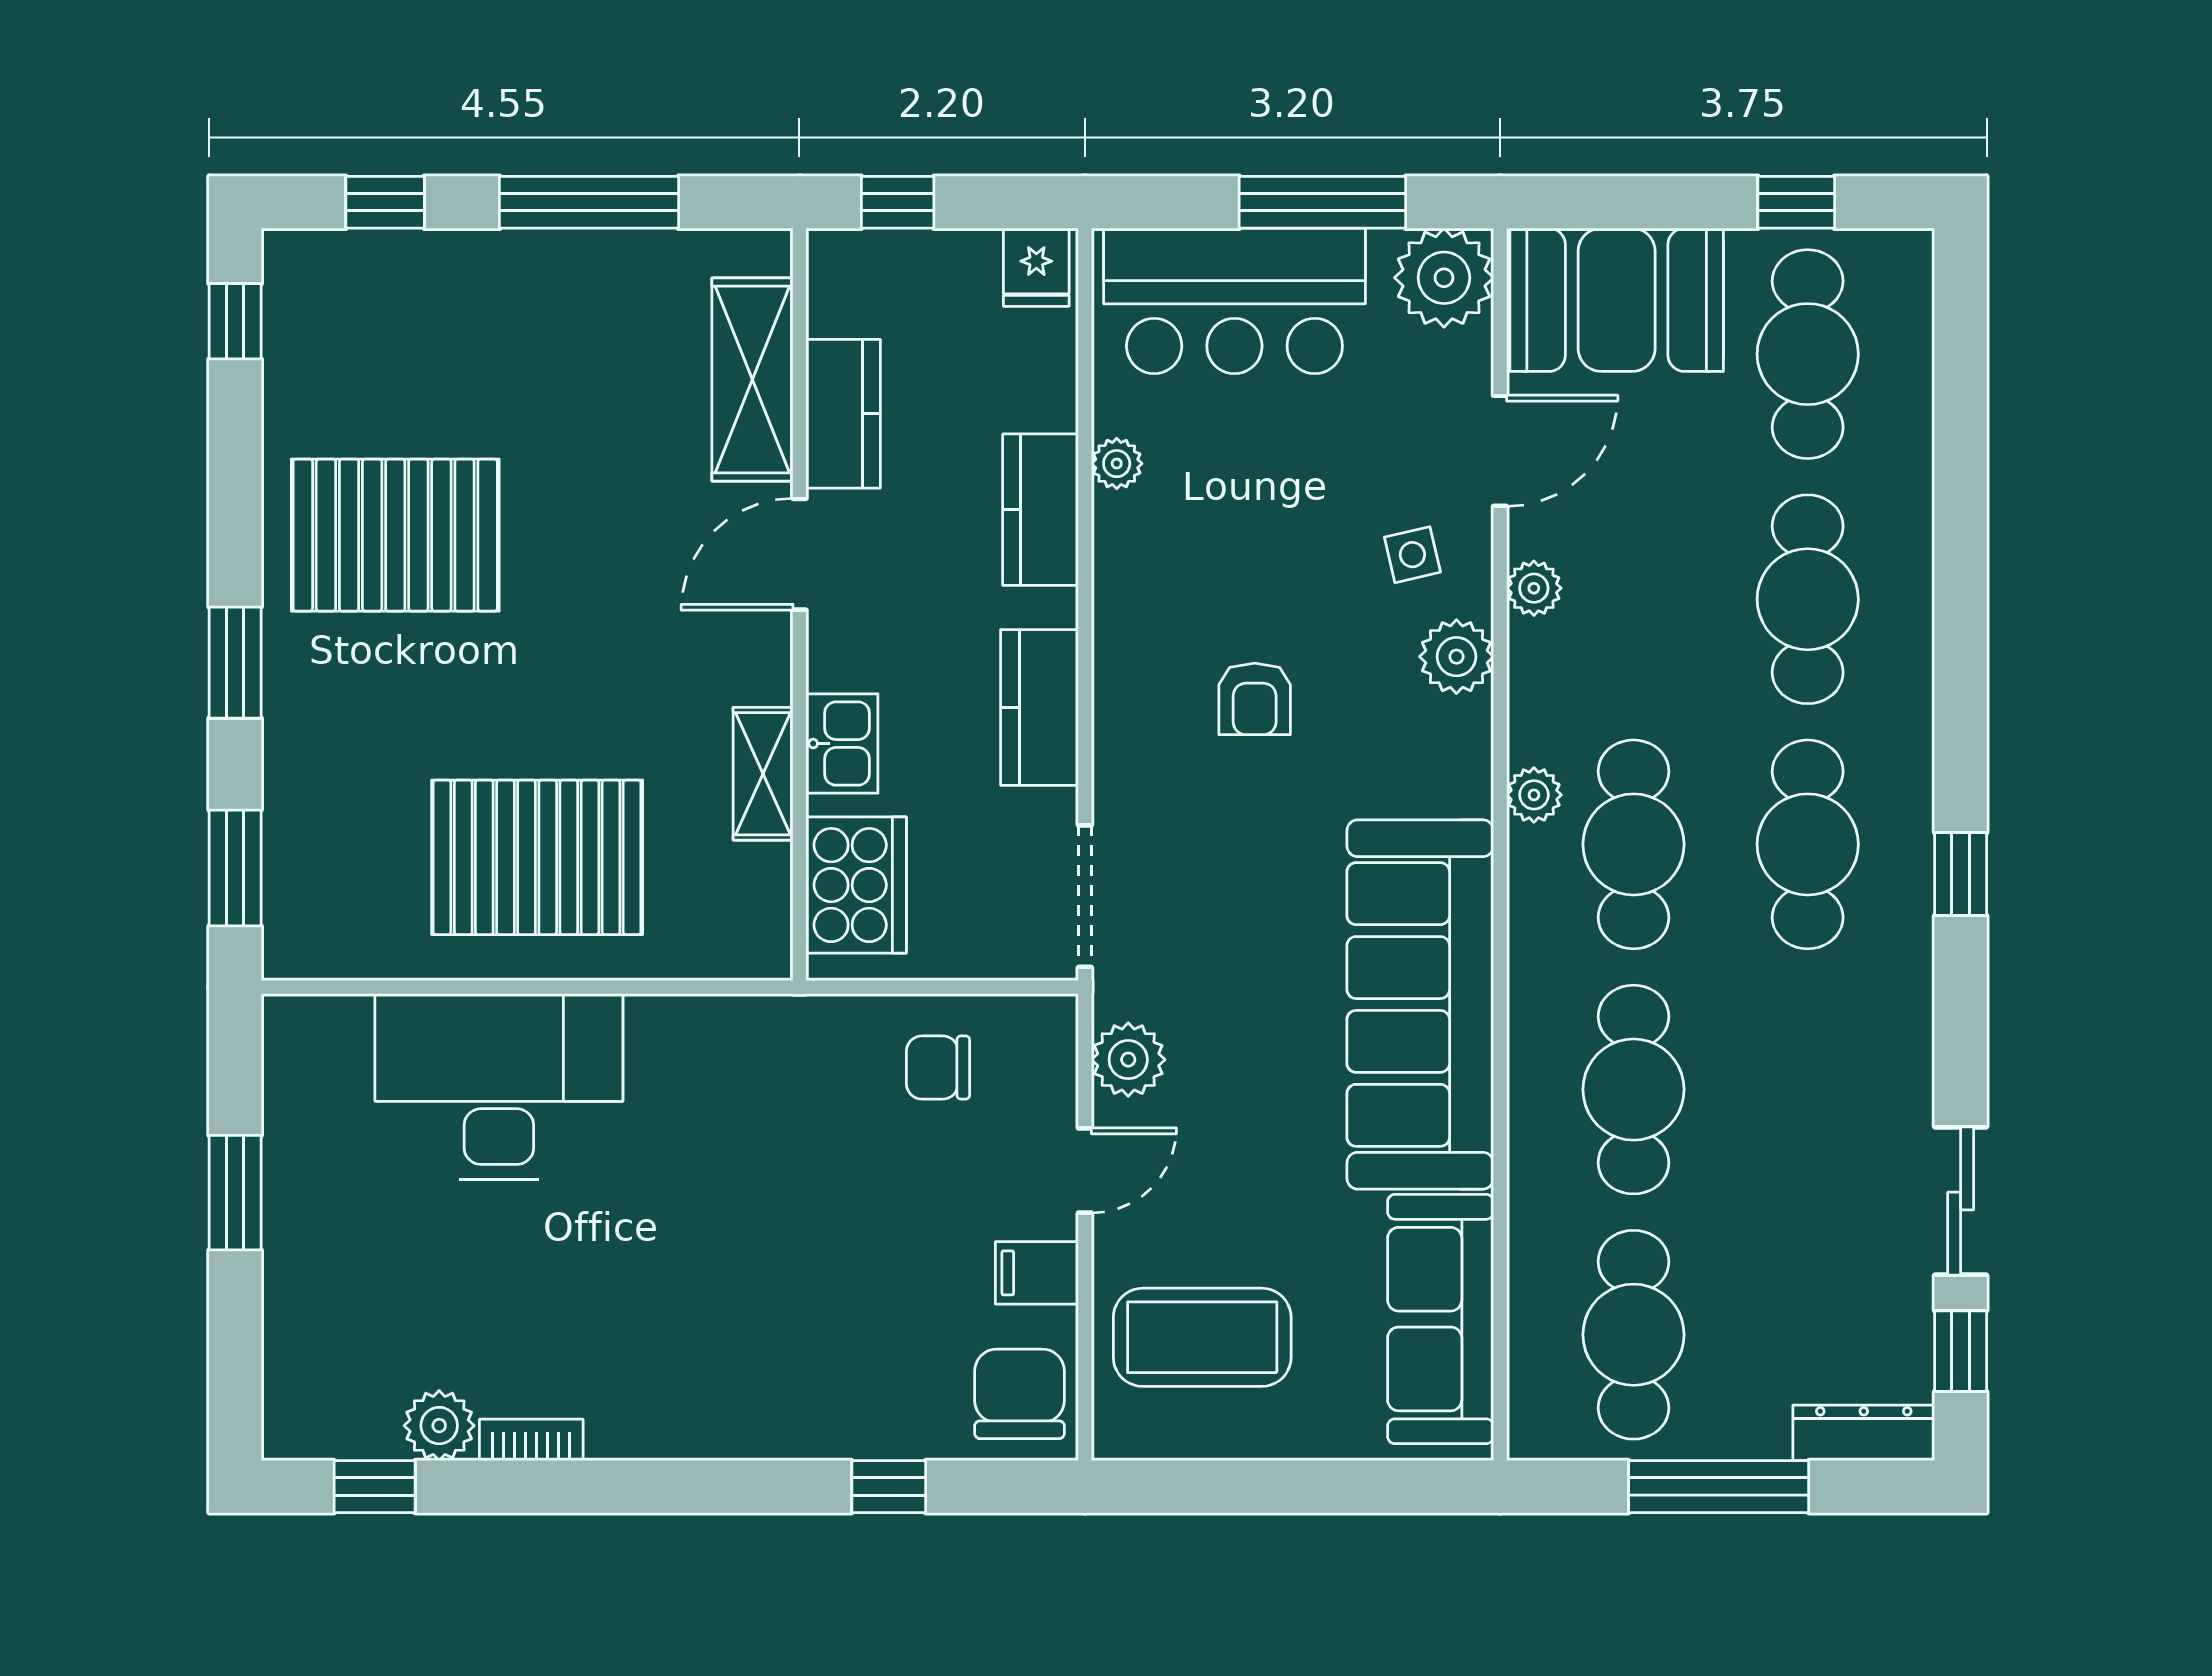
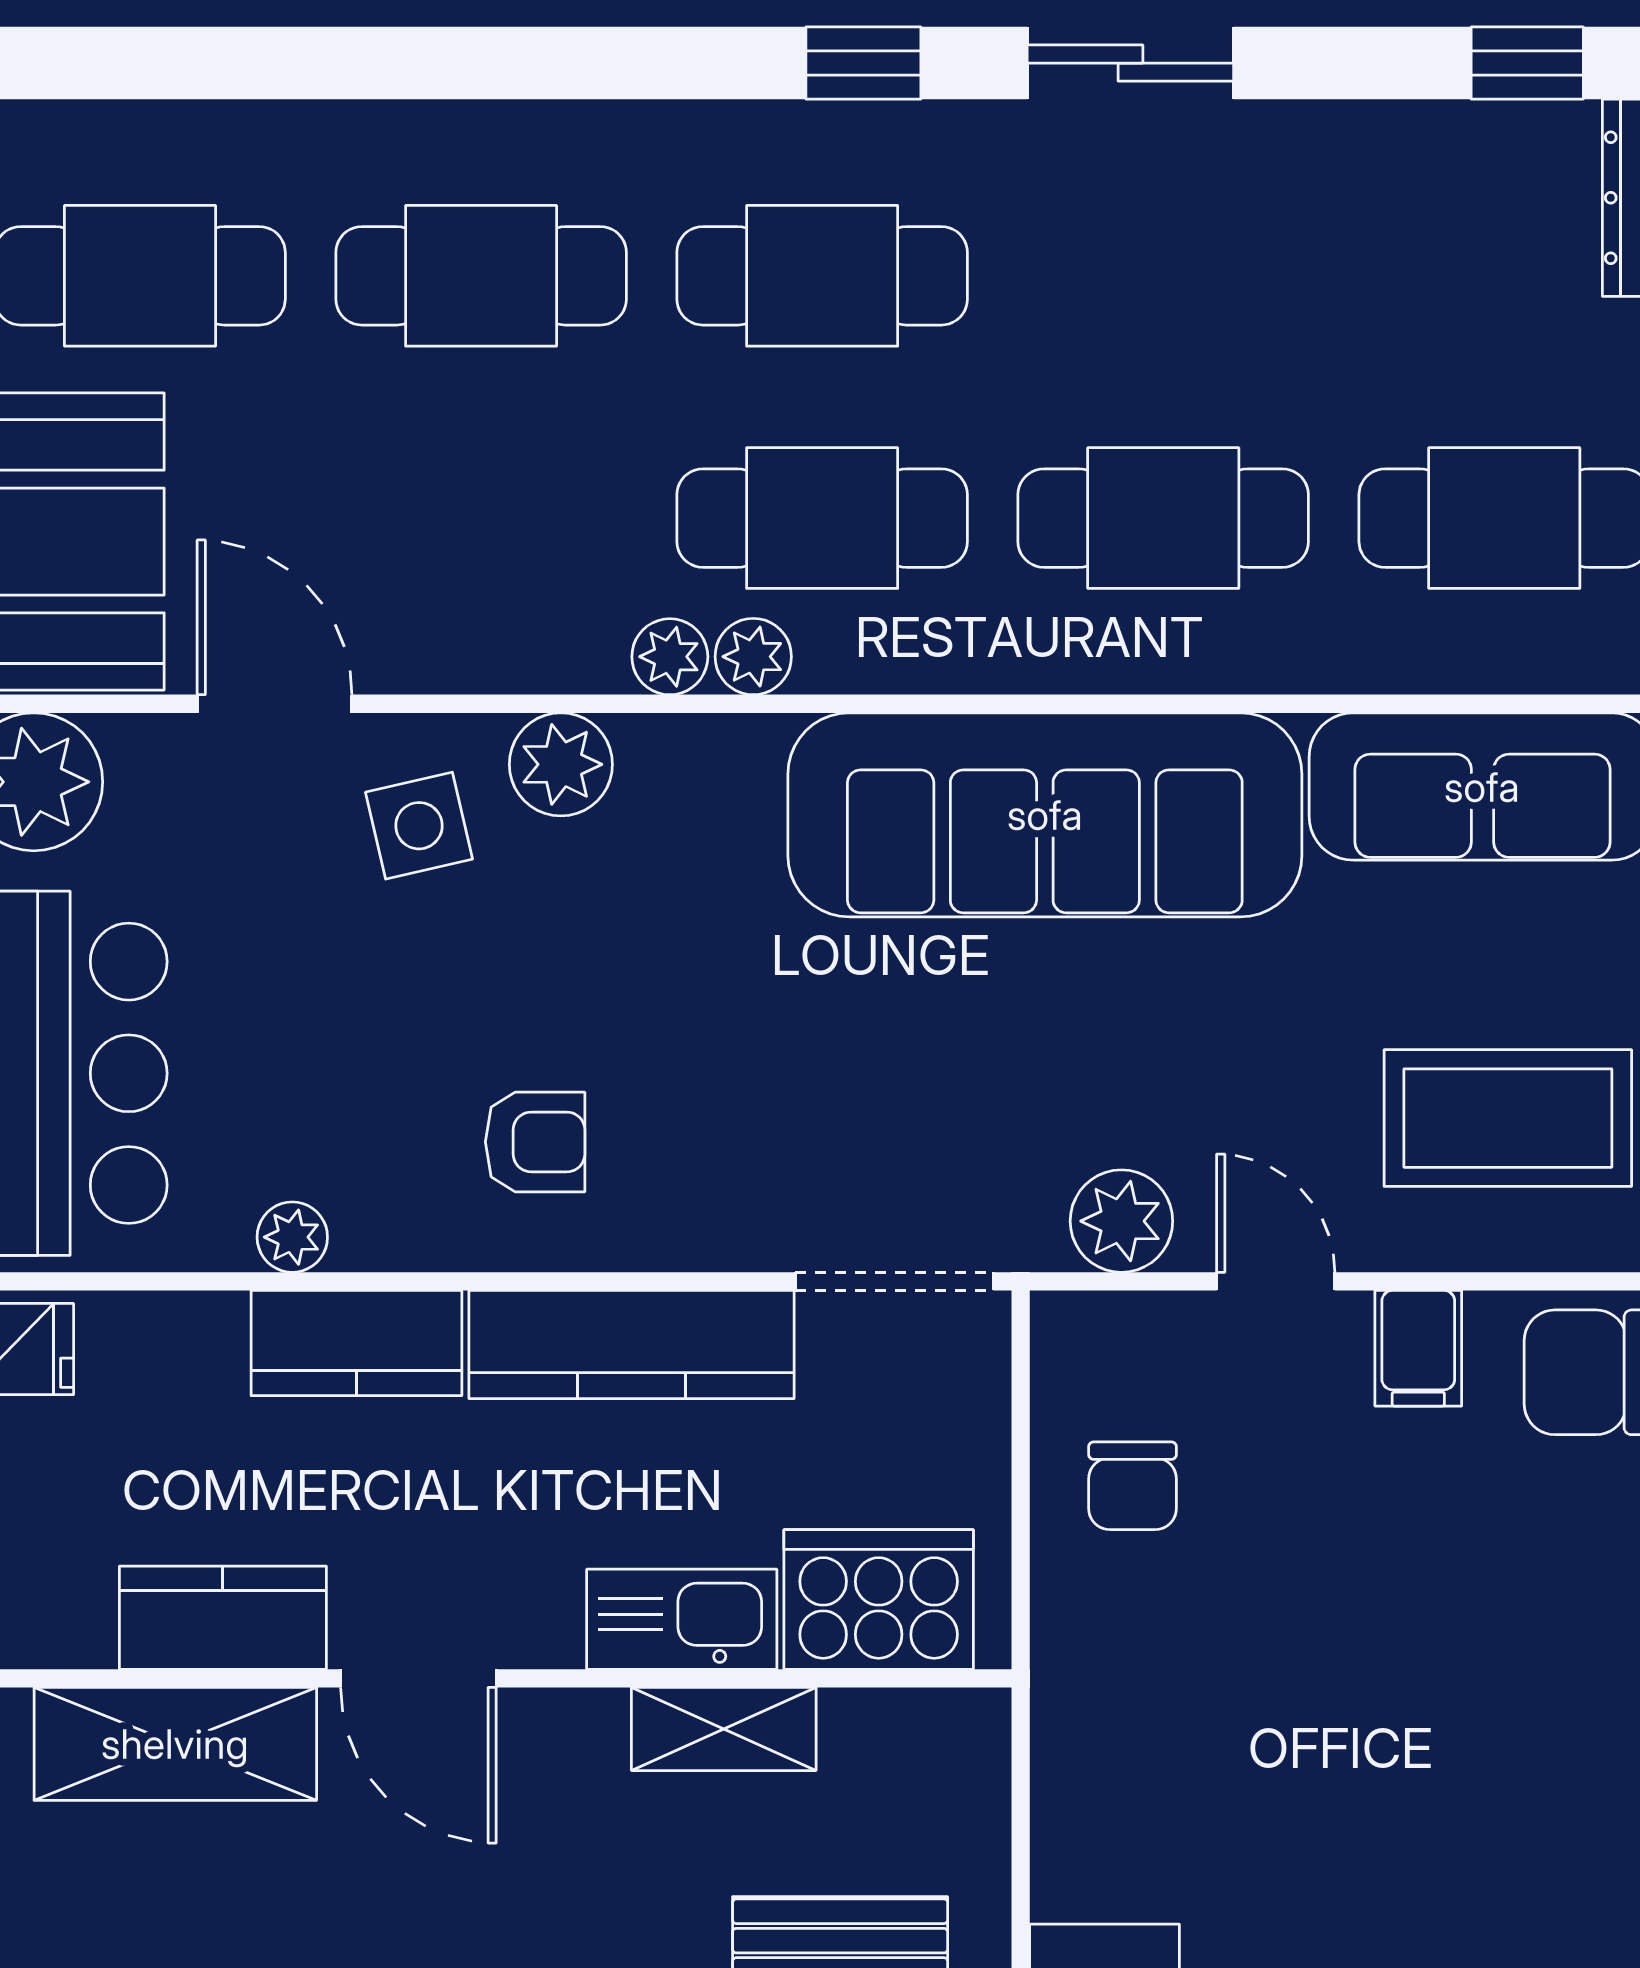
side table: (1412, 555) -> (419, 826), width x1.37, depth x1.37
plant: (1534, 588) -> (670, 657), moved
armchair: (1255, 699) -> (535, 1142), moved
kitchen counter: (1039, 707) -> (632, 1345), width x1.50
kitchen sink: (842, 743) -> (682, 1619), width x1.38
sliding door: (1961, 1201) -> (1130, 63), moved
coffee table: (1202, 1337) -> (1508, 1118), turned 90

